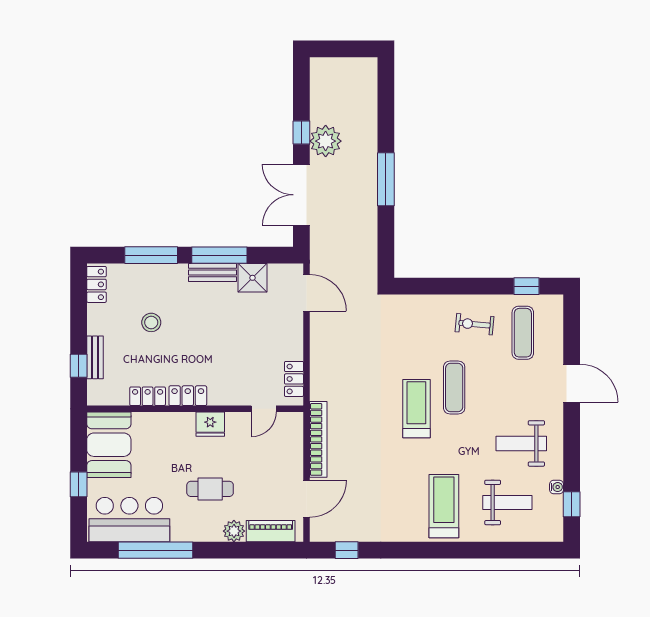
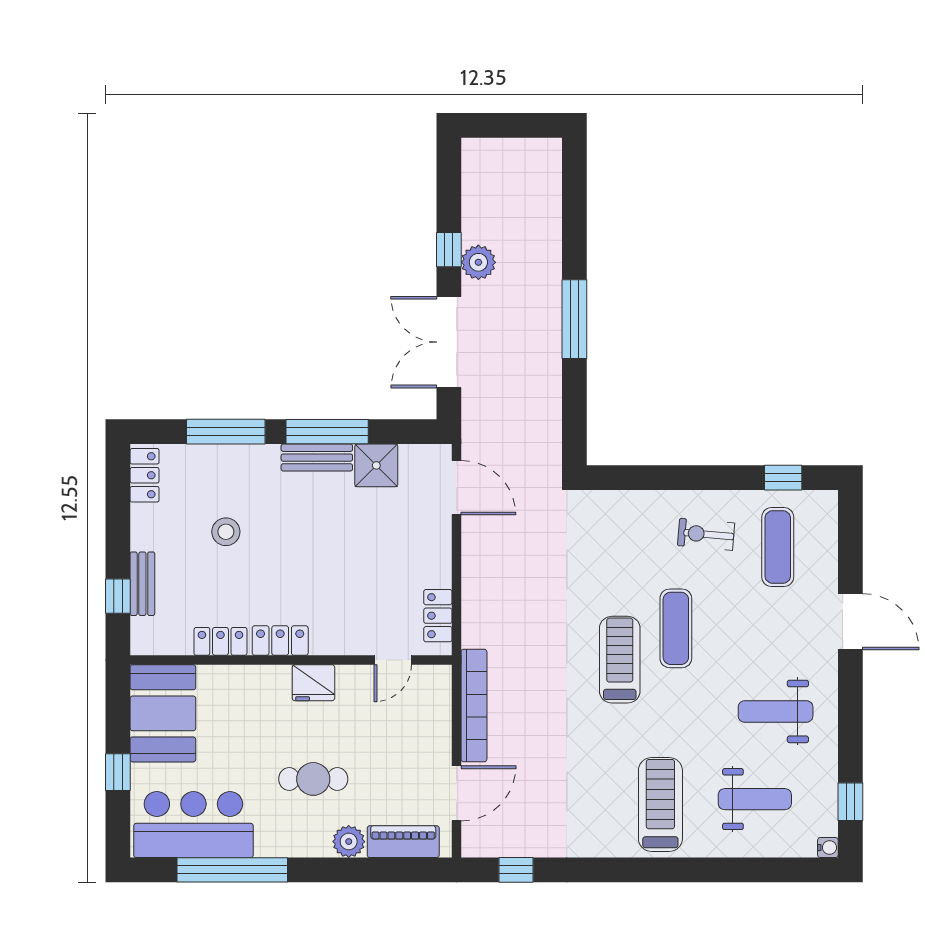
plant: (326, 141) -> (478, 262), width x0.73, depth x0.73
water cooler: (557, 487) -> (828, 848), moved

